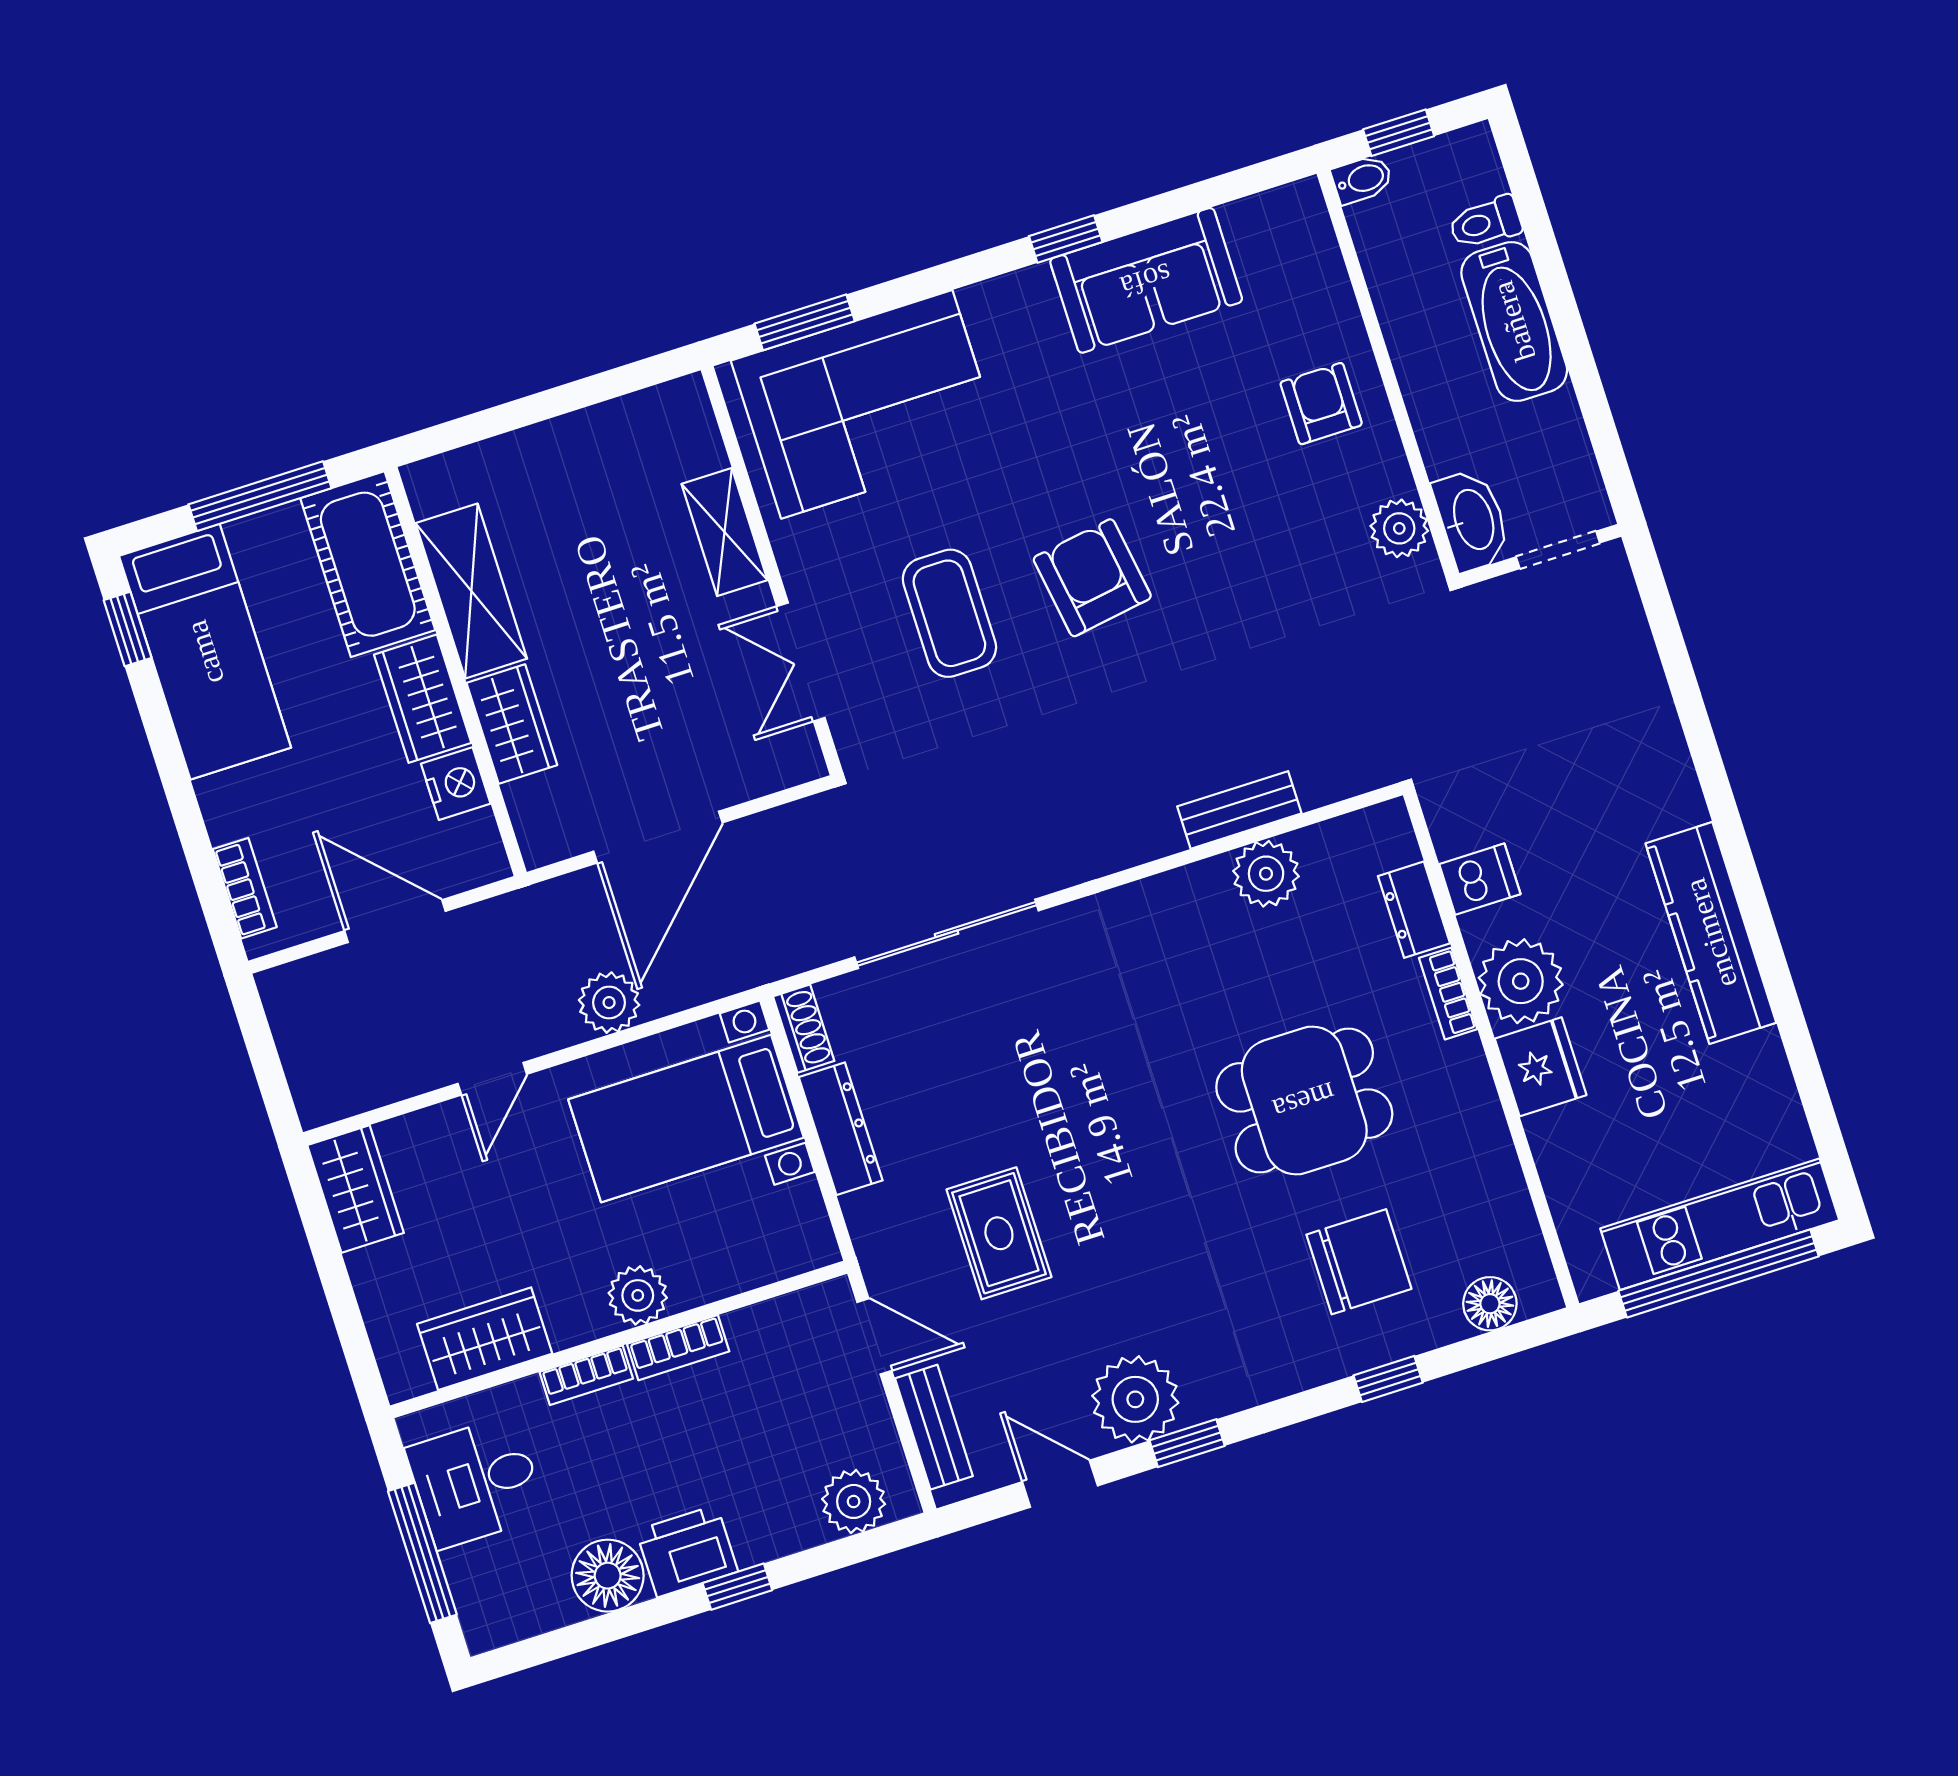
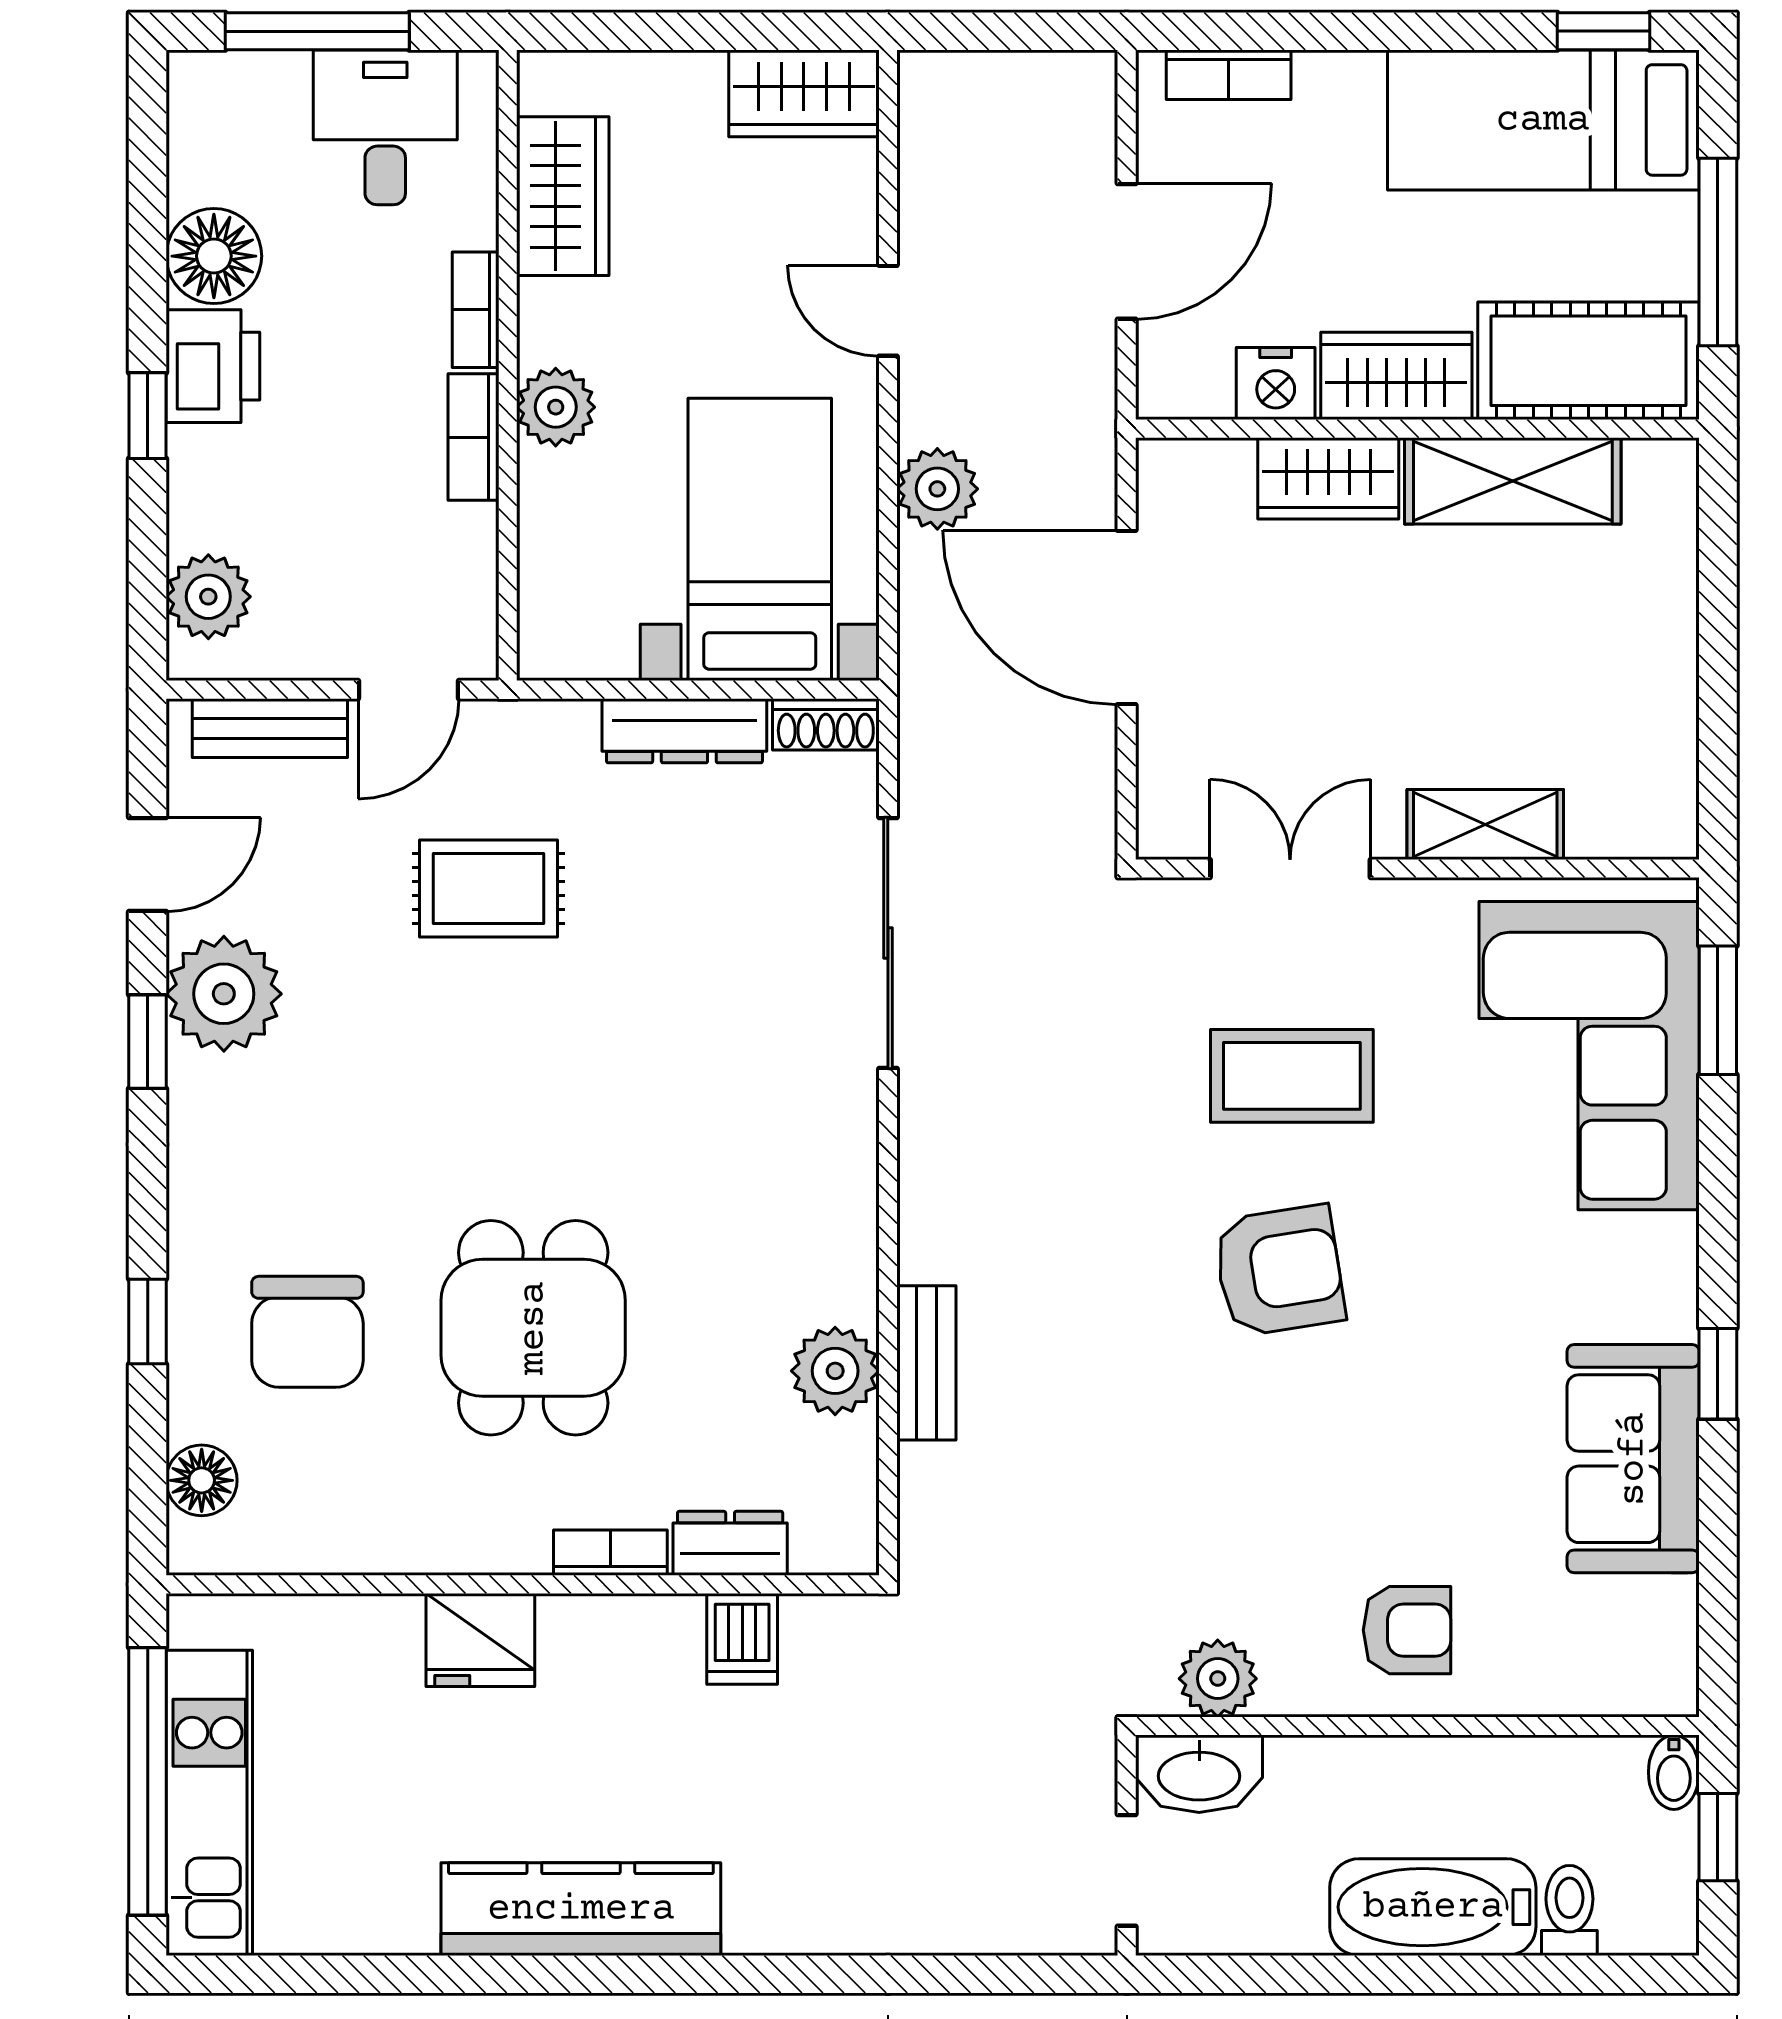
plant: (1521, 981) -> (597, 1649), removed

